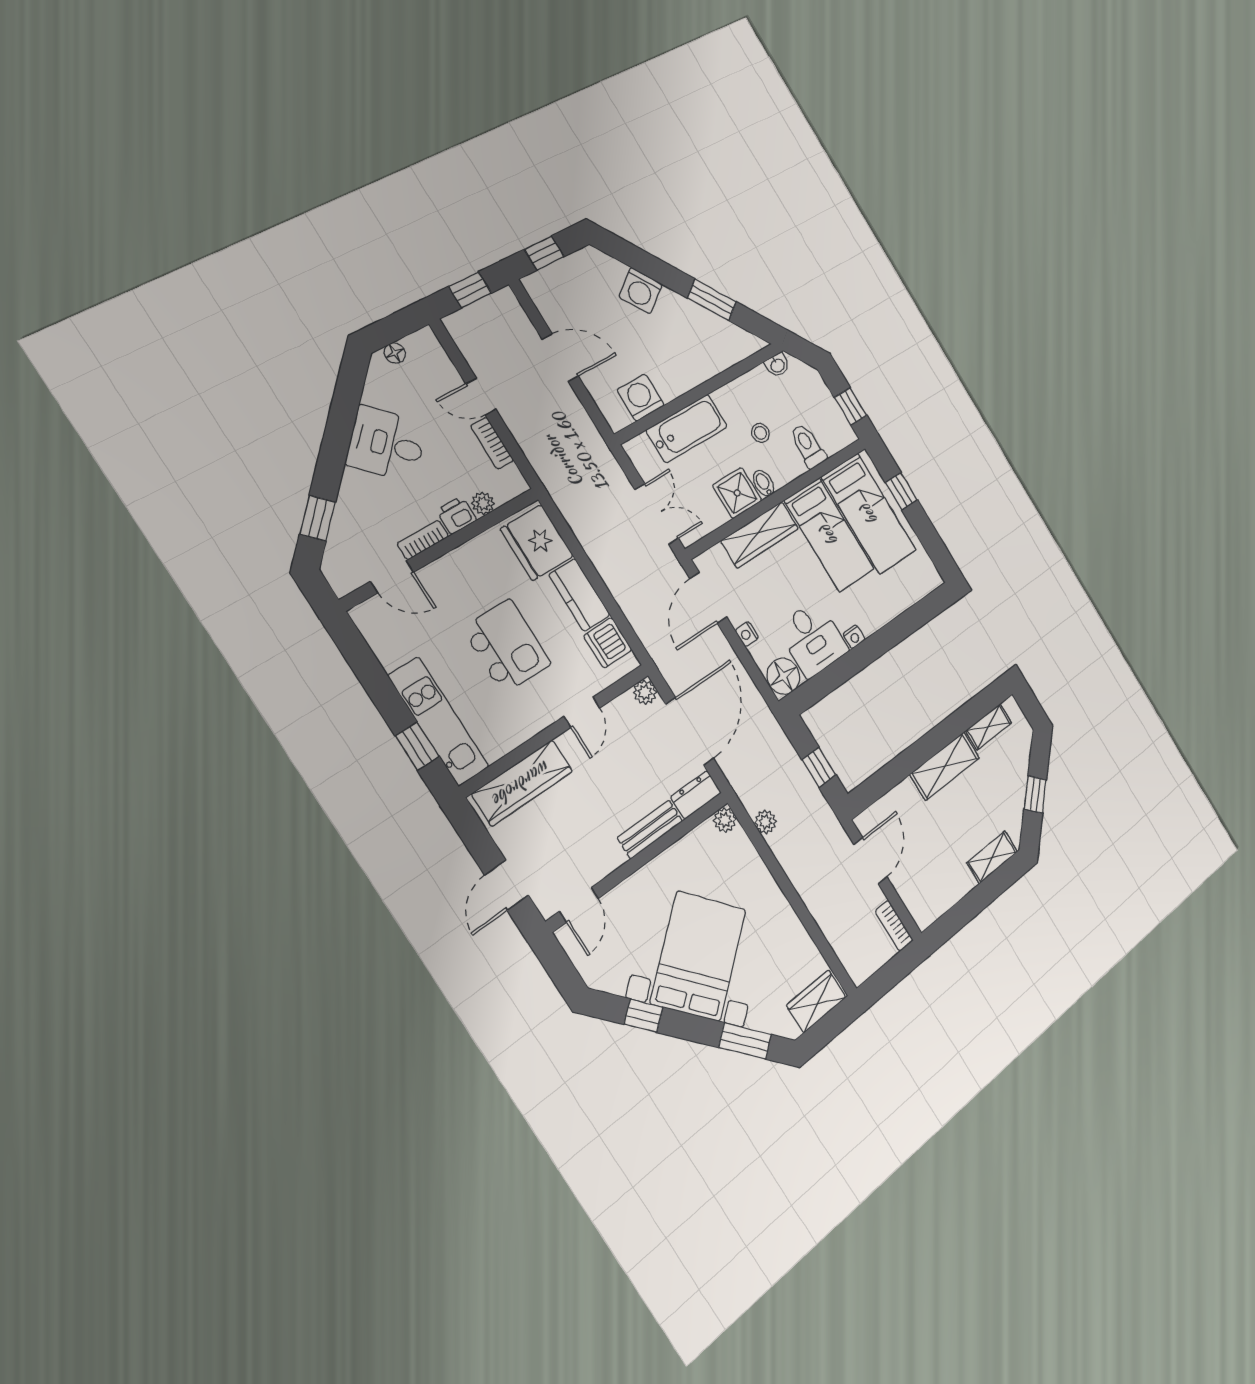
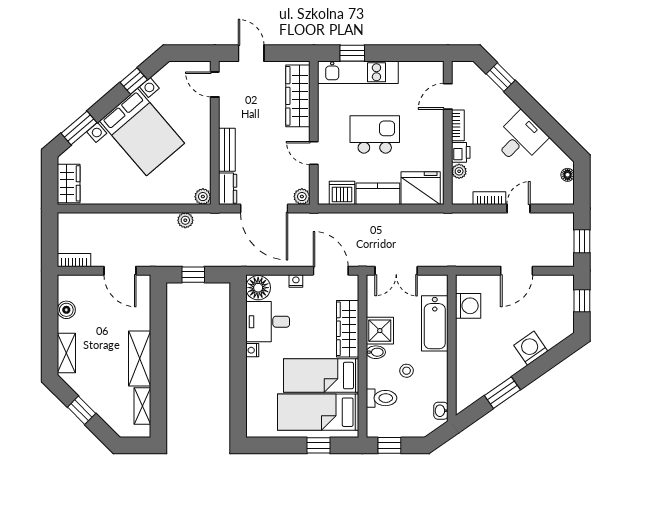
kitchen island: (507, 646) -> (375, 134), turned 180
boiler: (950, 893) -> (66, 310), added

